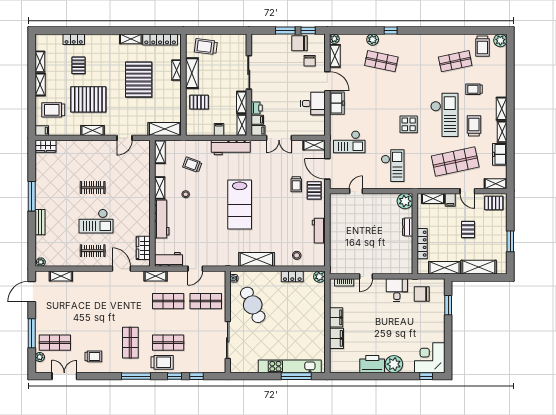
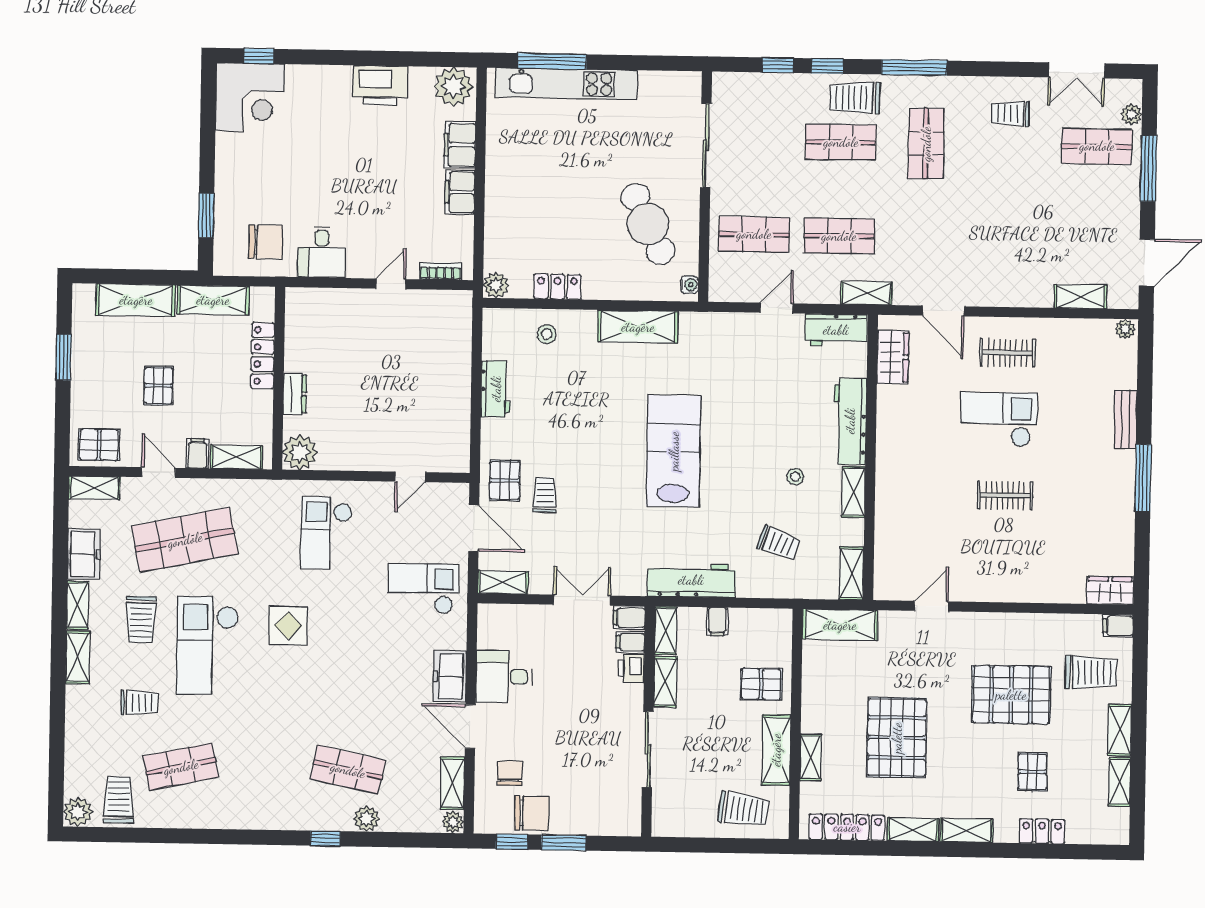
shelving: (93, 131) -> (967, 830), moved
plant: (394, 364) -> (453, 87), moved

